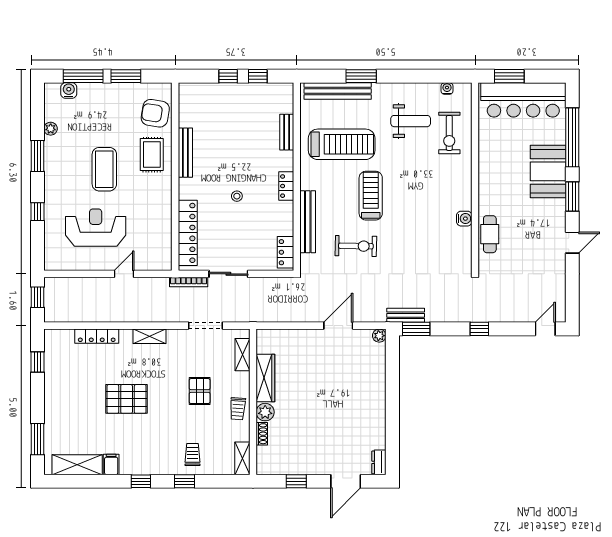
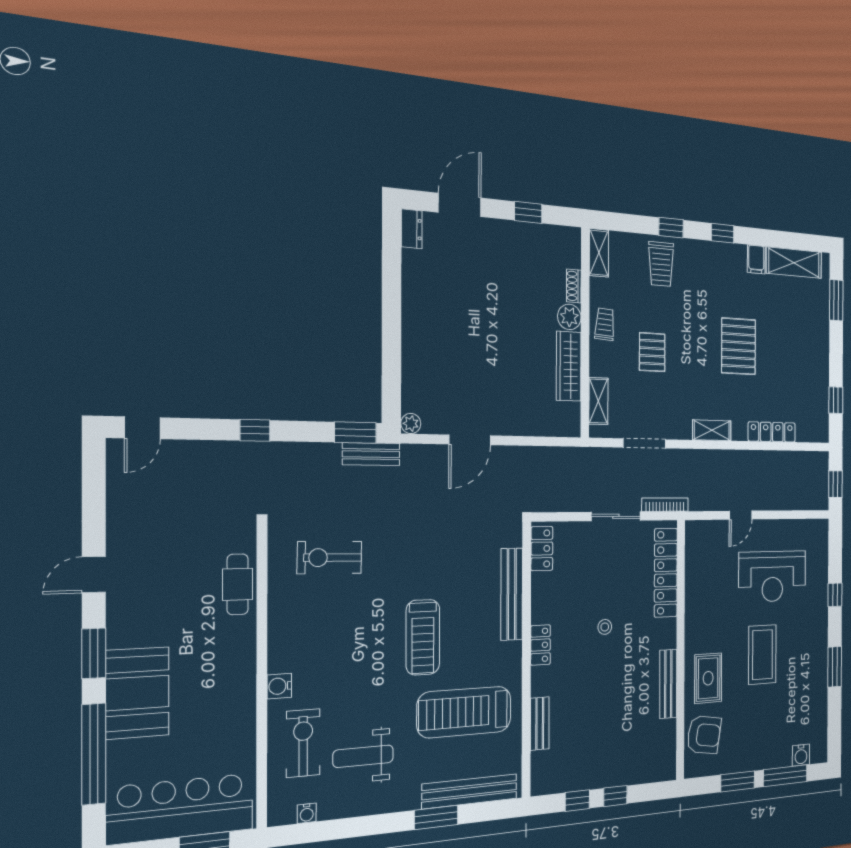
plant: (51, 129) -> (821, 703), removed
water cooler: (464, 219) -> (279, 686), moved
exercise bike: (356, 246) -> (330, 558), moved
pallet: (127, 399) -> (739, 346), turned 90
trolley: (193, 454) -> (661, 264), width x1.36, depth x1.39

